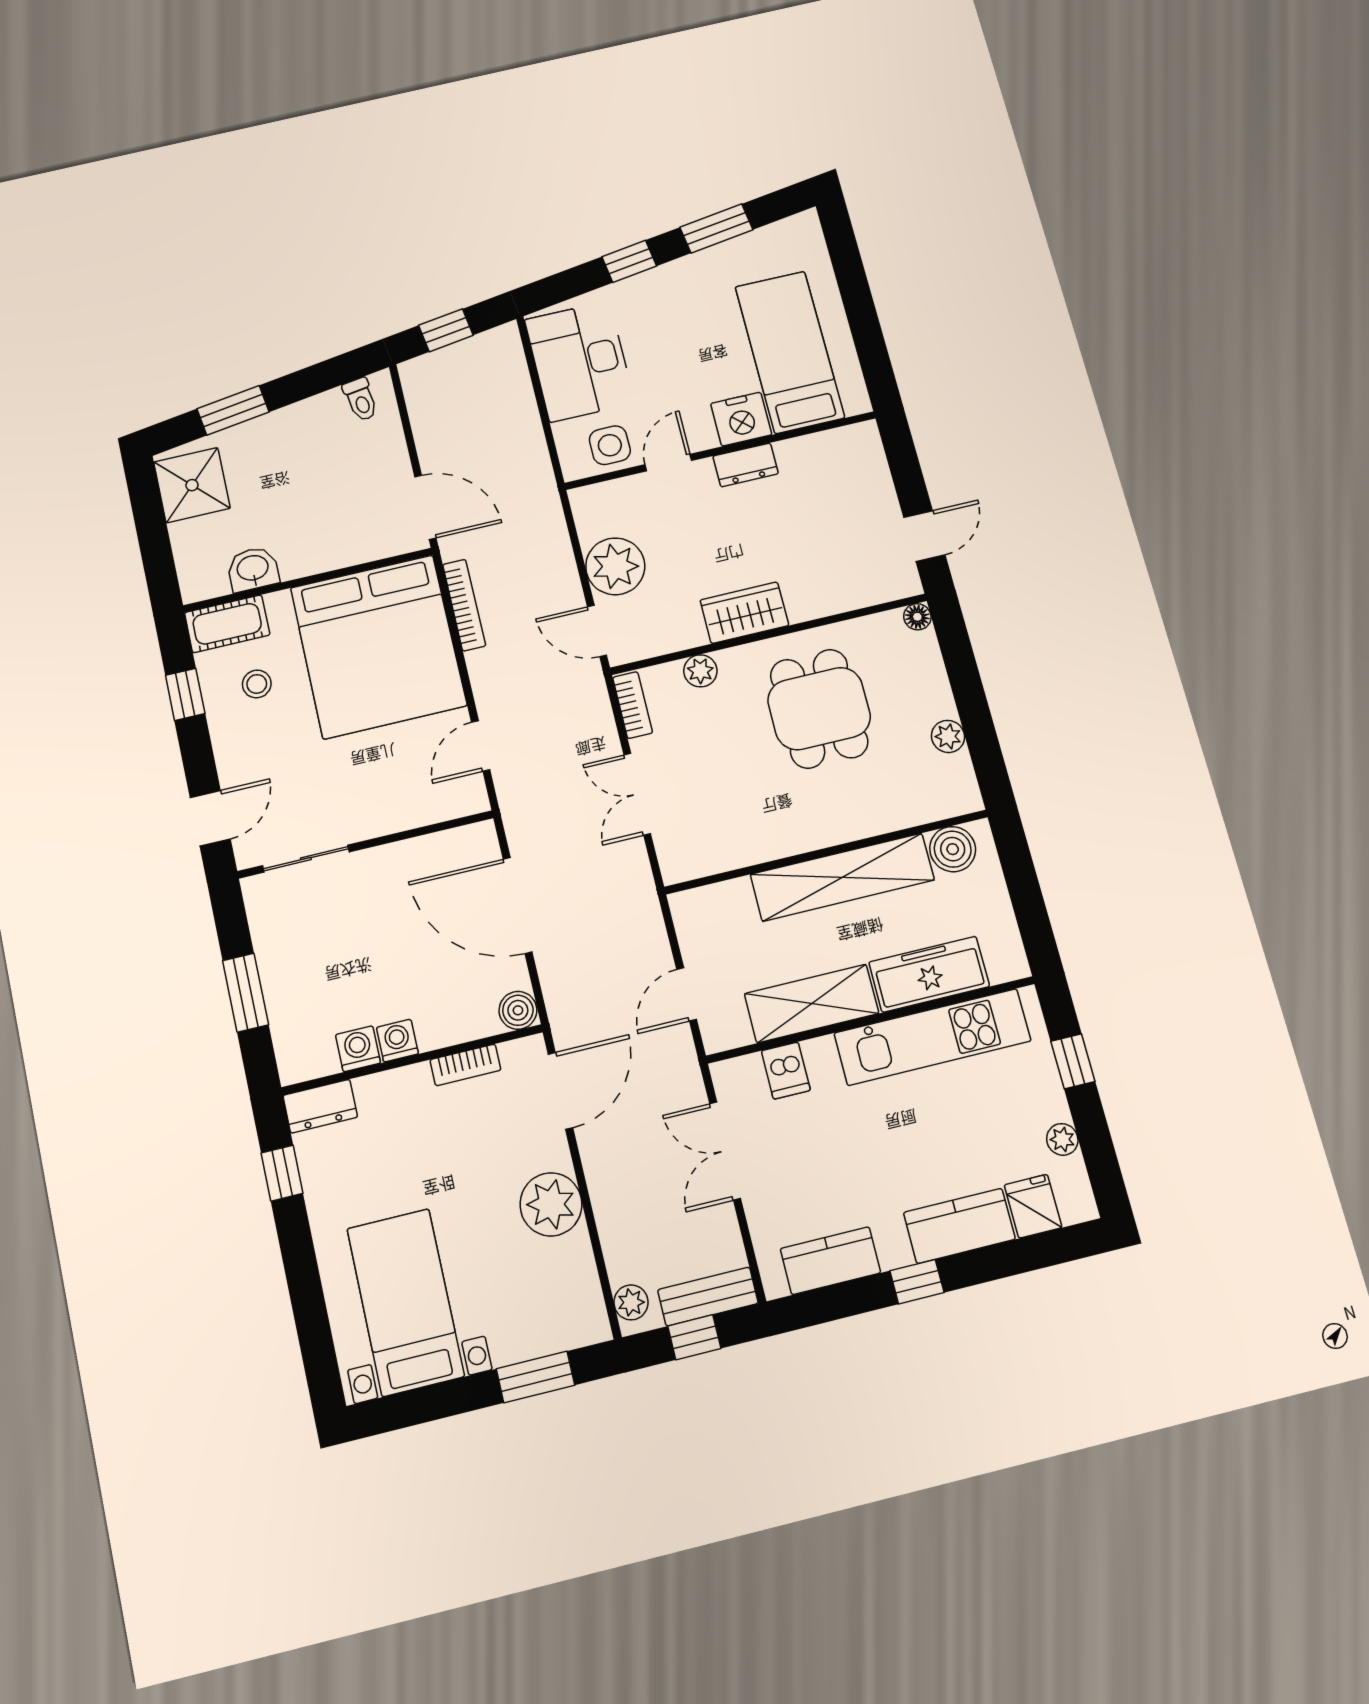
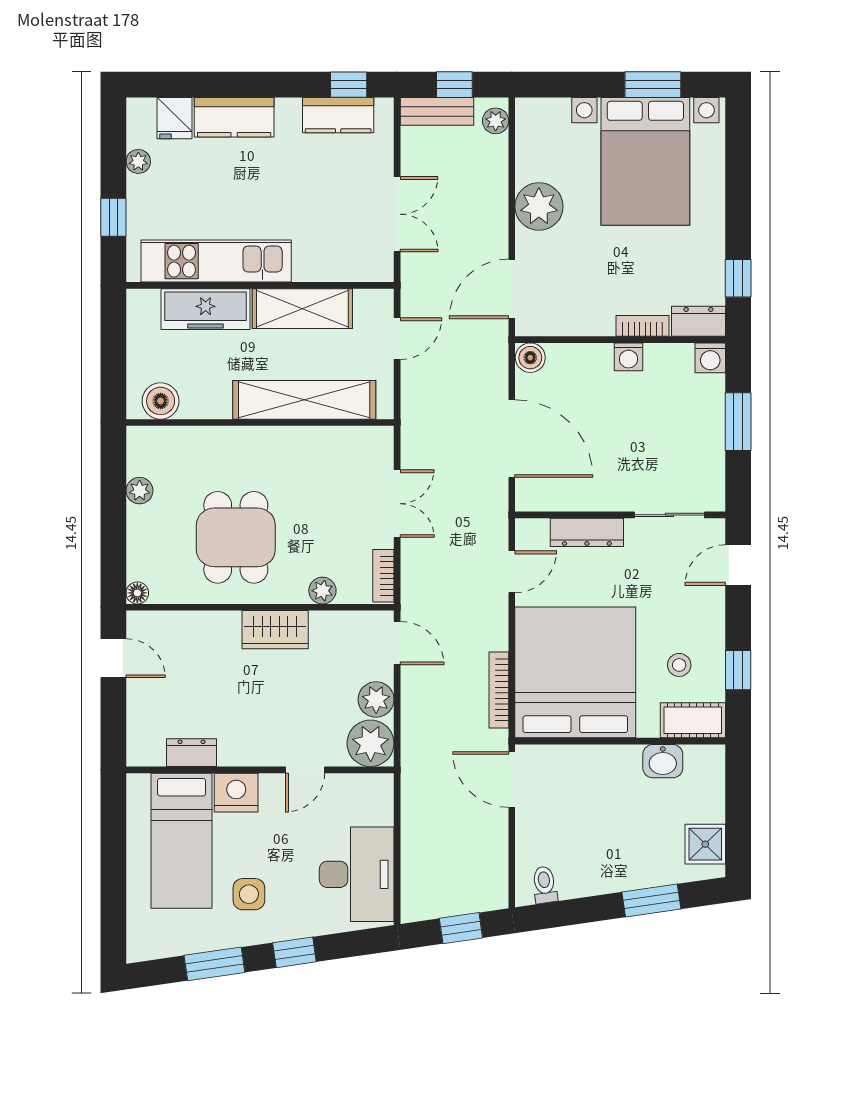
side table: (610, 445) -> (249, 894), moved
dresser: (746, 465) -> (192, 753), moved
shower: (192, 485) -> (705, 844), width x0.73, depth x0.73
plant: (600, 510) -> (371, 743), added
door: (924, 536) -> (113, 658), swing flipped
plant: (615, 566) -> (376, 699), width x0.73, depth x0.73
dresser: (401, 814) -> (587, 532), added
shelving: (842, 877) -> (304, 400), moved
washing machine: (358, 1049) -> (710, 358), moved
bookcase: (465, 1065) -> (643, 326), moved
dishwasher: (786, 1071) -> (335, 263), removed
window: (917, 1282) -> (349, 85), moved
bed with nightstands: (406, 1302) -> (645, 161), width x1.36
window: (535, 1377) -> (653, 85), moved

